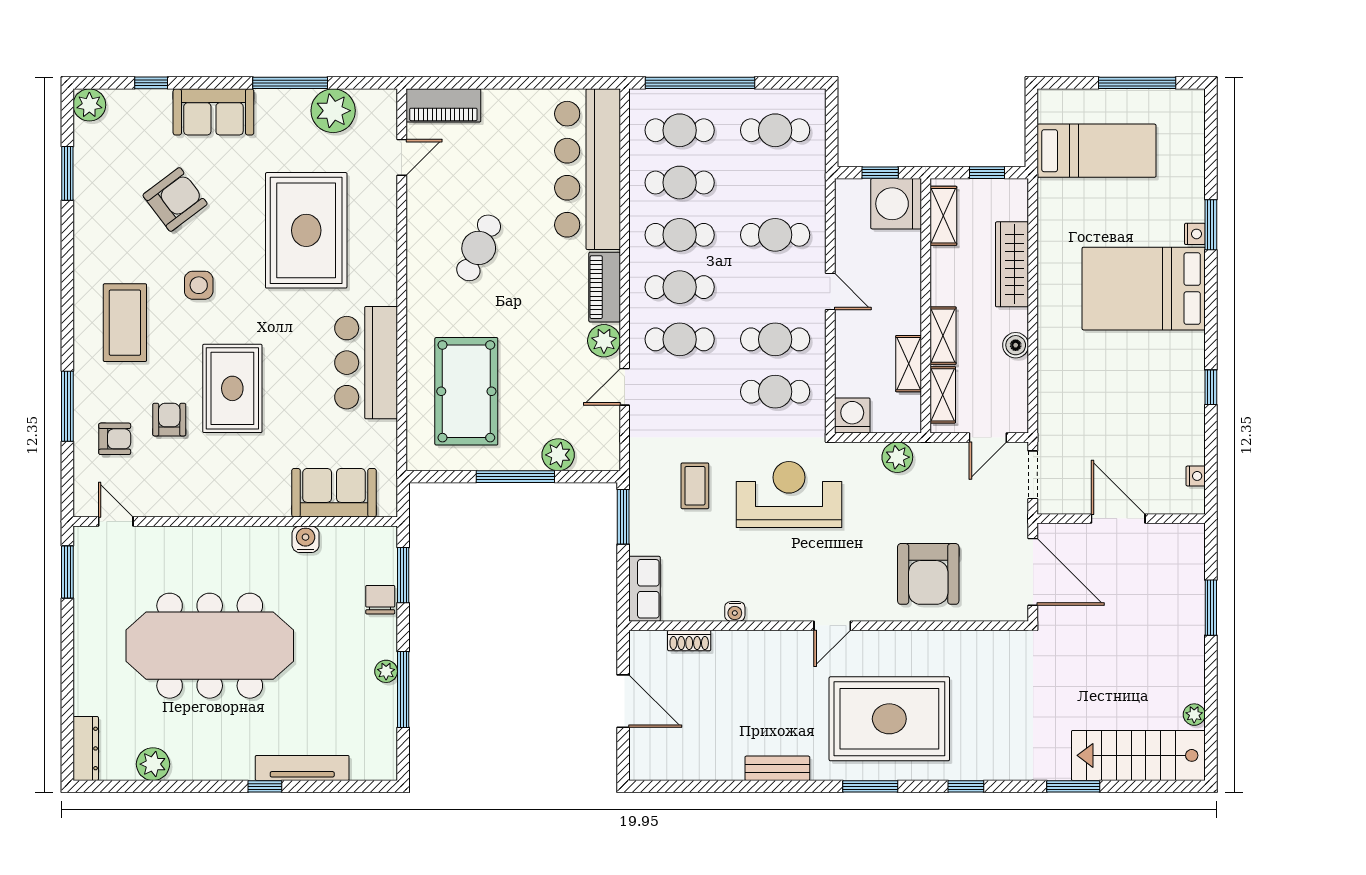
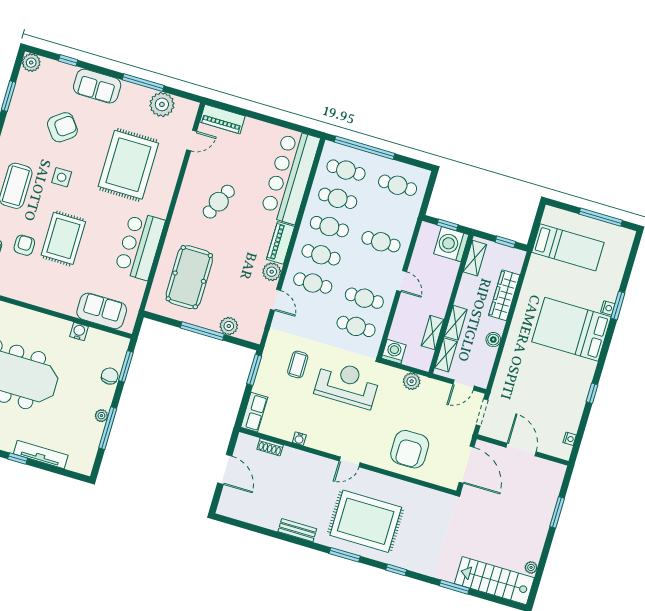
door: (625, 387) -> (275, 300), swing flipped

